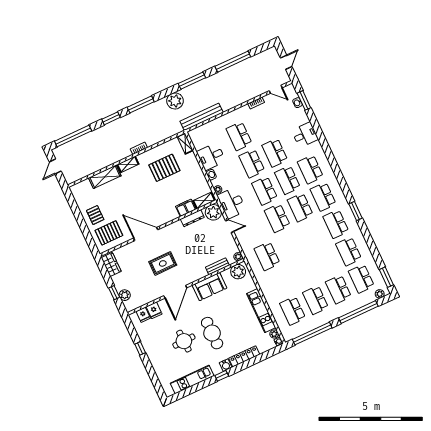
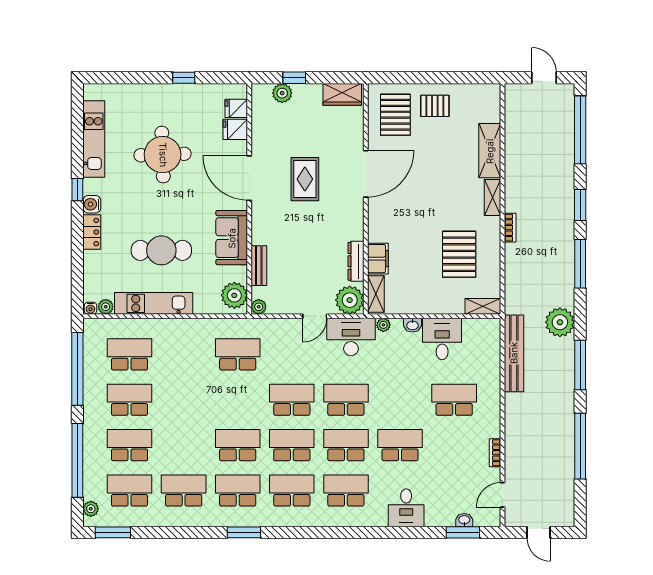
school desk: (252, 163) -> (238, 445), moved
cafe table: (212, 333) -> (161, 250), moved
round table: (184, 341) -> (163, 155), width x1.36, depth x1.36
locker: (244, 356) -> (92, 232), width x0.66

